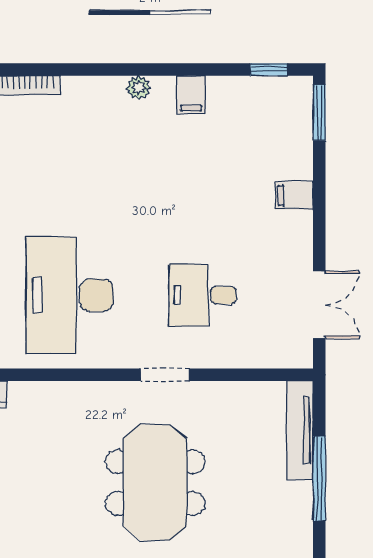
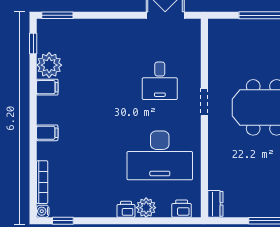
plant: (138, 88) -> (49, 65), moved, width x1.88, depth x1.88
filing cabinet: (294, 196) -> (47, 133), moved, turned -90
tv unit: (300, 430) -> (236, 26), removed

